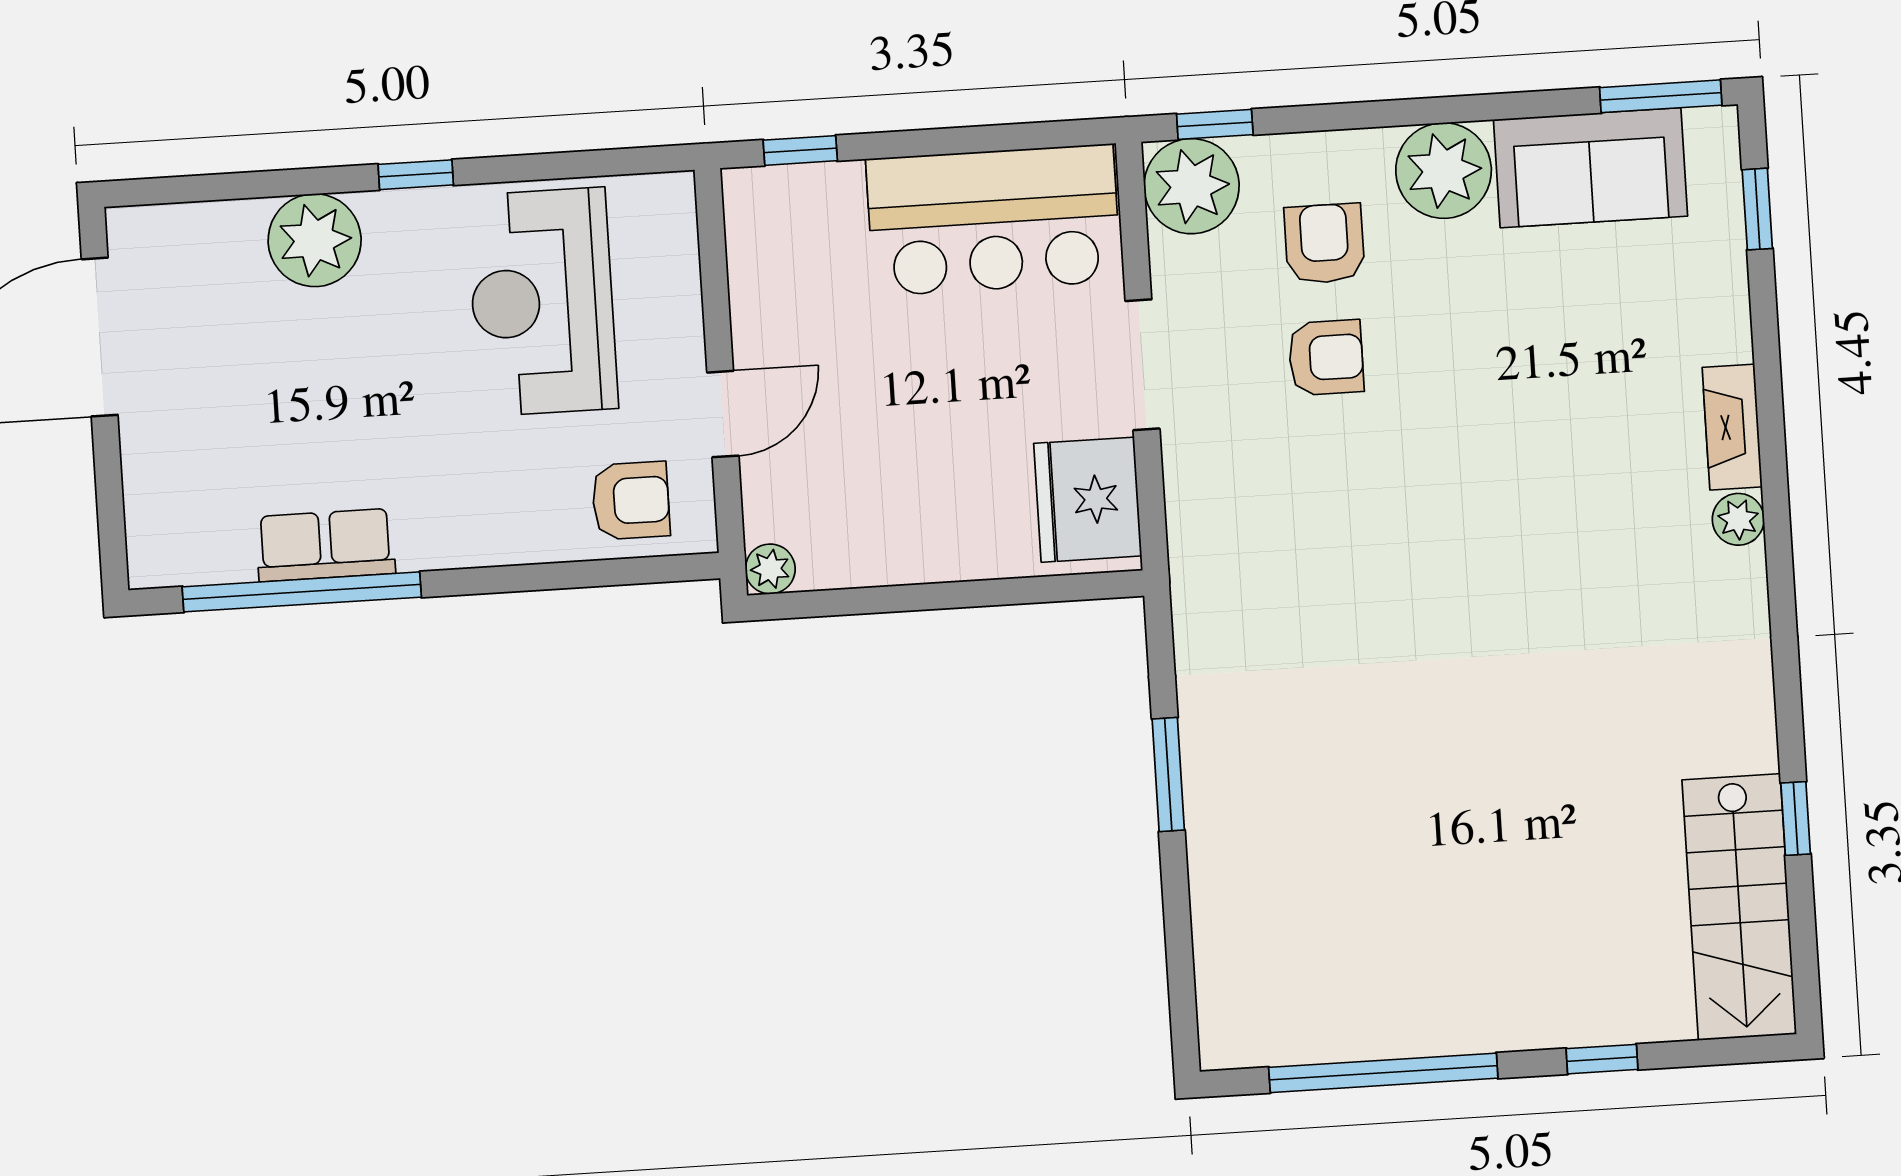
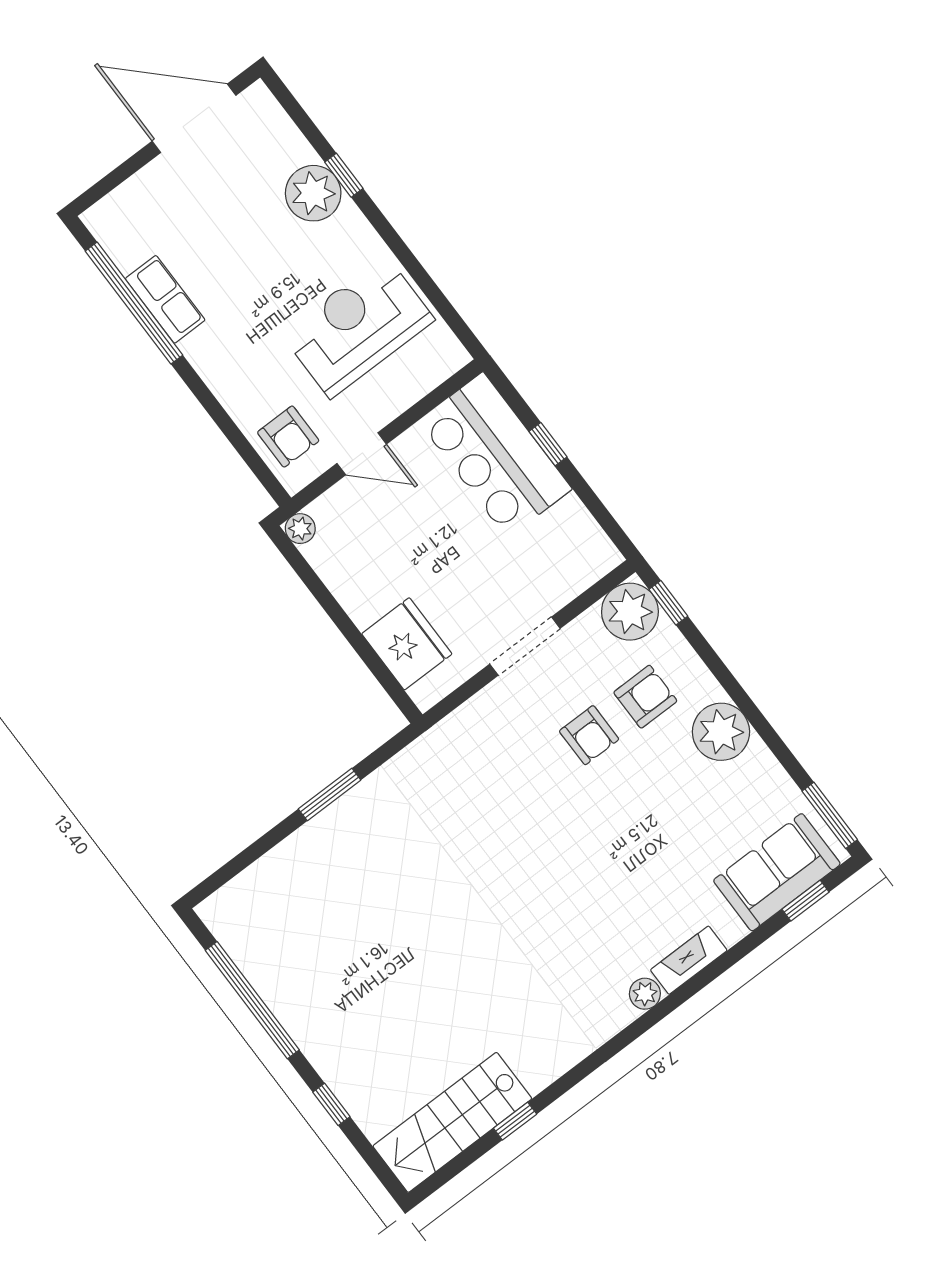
window: (800, 150) -> (548, 444), moved
sofa: (1590, 168) -> (777, 872), moved, turned 90
window: (416, 175) -> (344, 175), moved
bar counter: (993, 220) -> (495, 455), moved
fridge: (1088, 500) -> (407, 644), moved, turned 90

